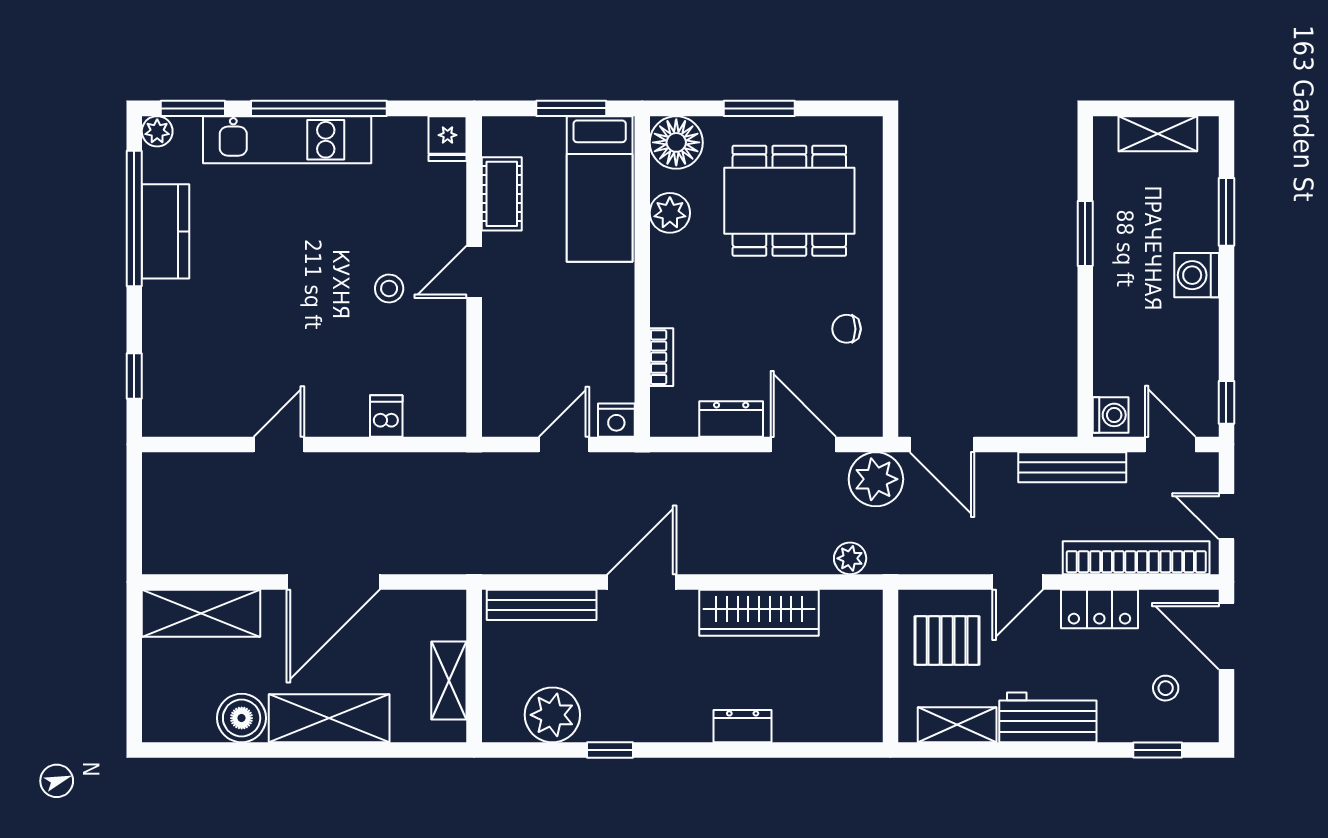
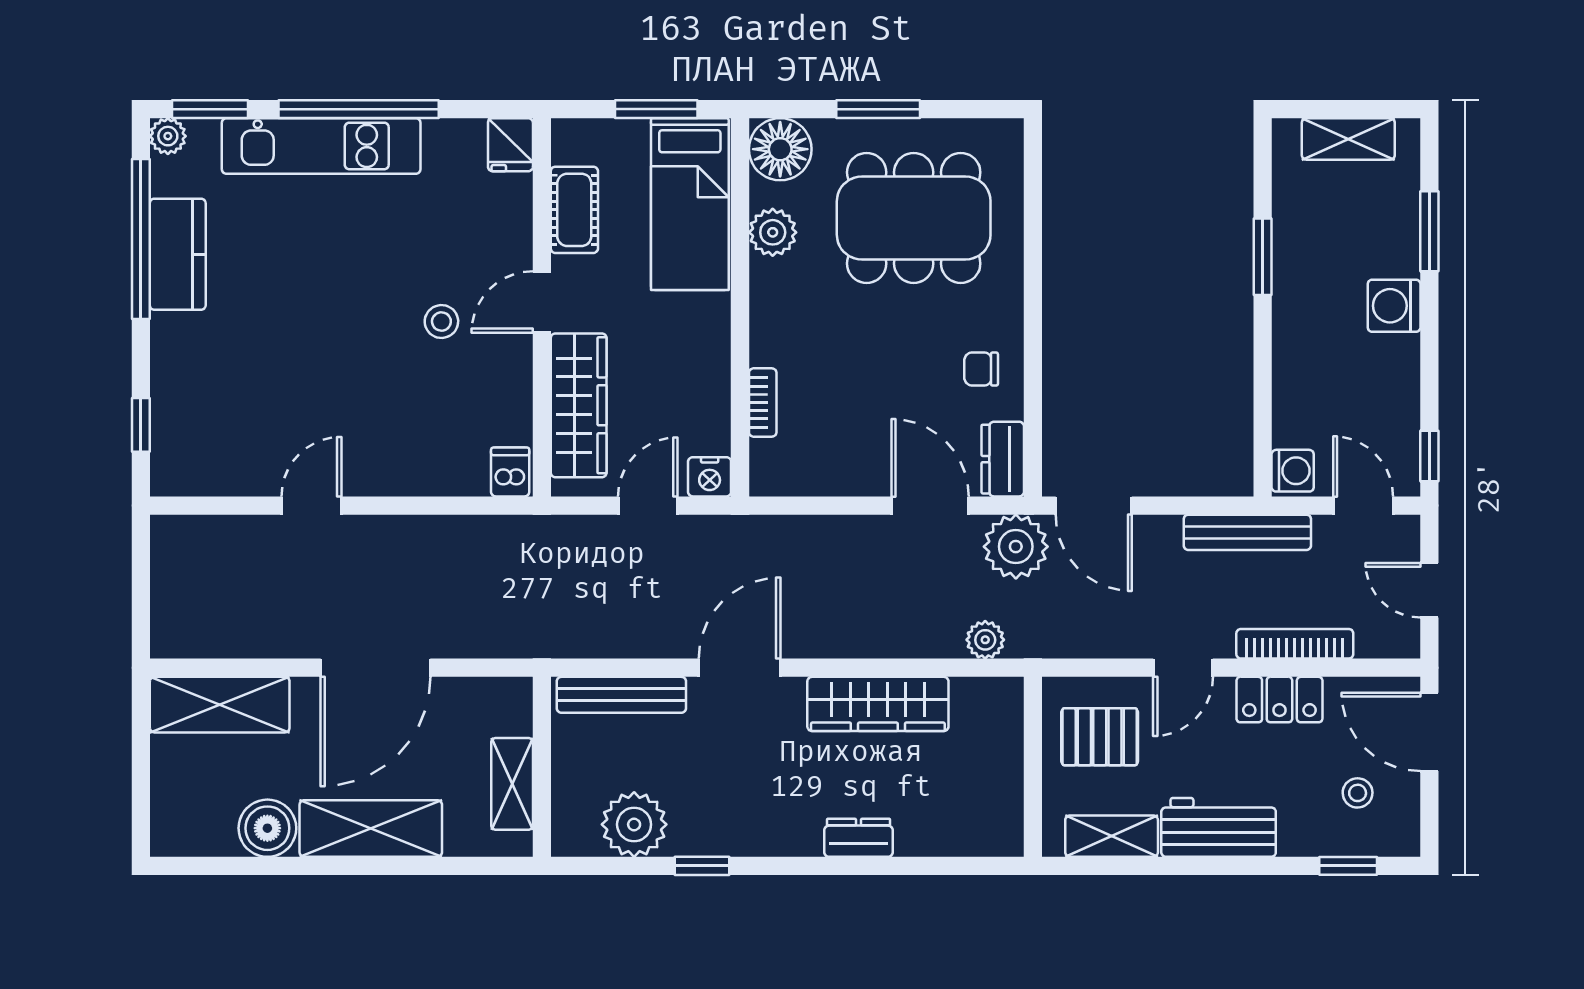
wardrobe: (505, 360) -> (579, 405), added
dishwasher: (386, 416) -> (510, 472), moved
dresser: (731, 419) -> (1003, 459), moved, turned -90
bookcase: (1136, 558) -> (1295, 644), width x0.68, depth x0.76

